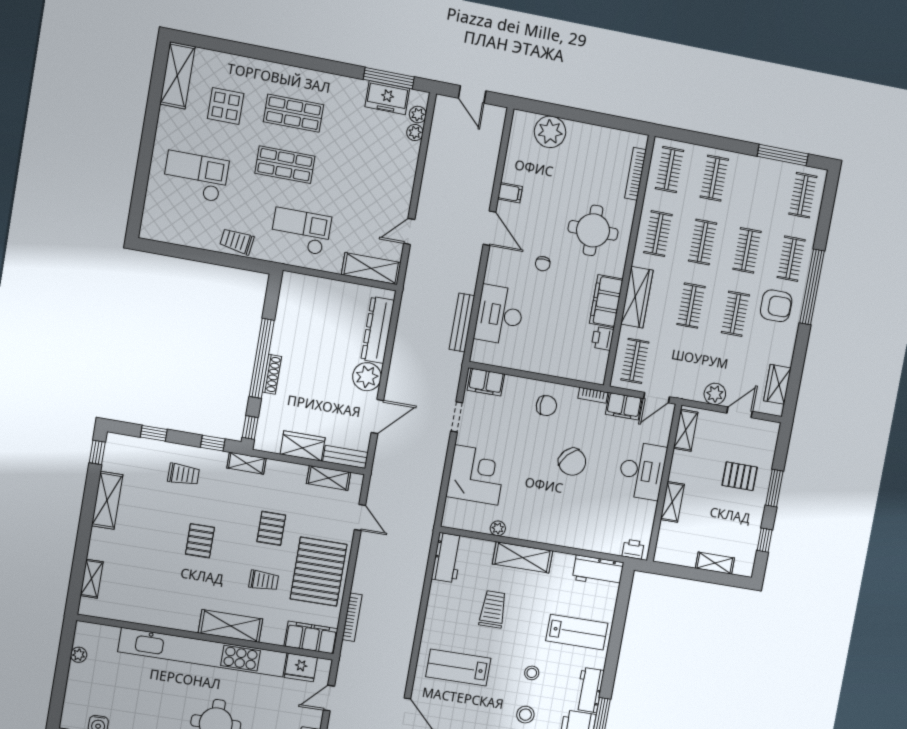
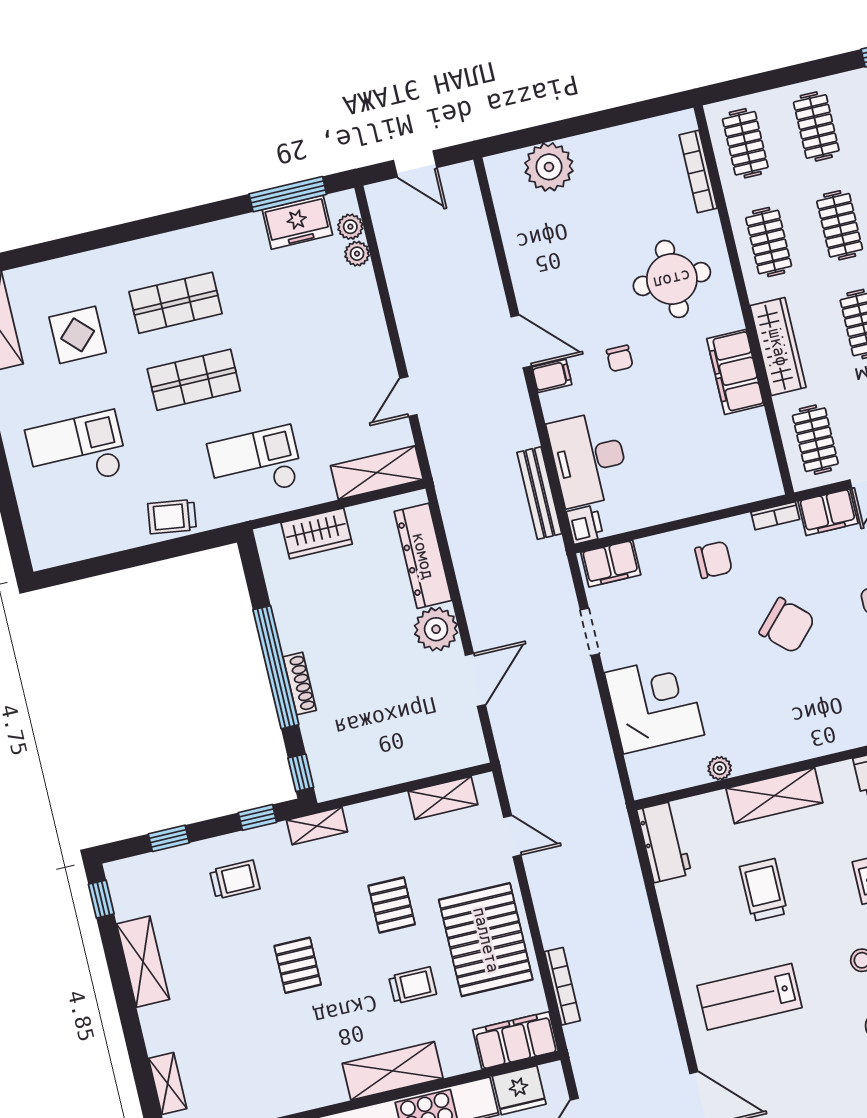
filing cabinet: (510, 193) -> (552, 376), moved
printer: (603, 338) -> (585, 525), moved, turned 180
wardrobe: (303, 446) -> (317, 533), moved, turned 180
bench: (345, 457) -> (454, 758), removed

